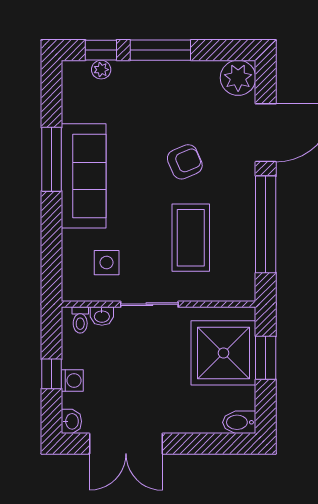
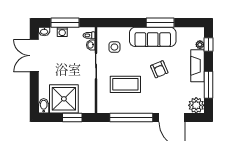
window: (160, 50) -> (208, 85), moved
fireplace: (149, 75) -> (197, 66), added
armchair: (185, 162) -> (159, 69), moved
shower: (223, 353) -> (64, 99), moved
window: (51, 374) -> (65, 23), width x2.17

